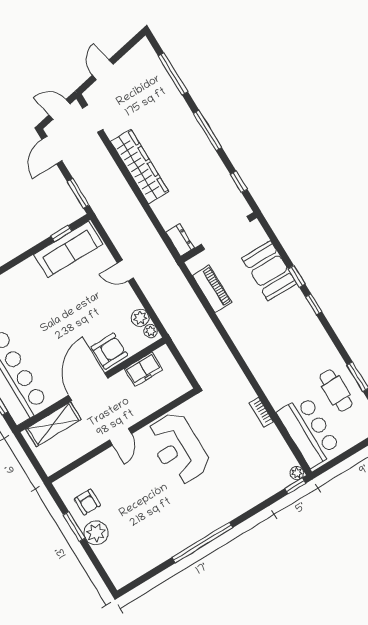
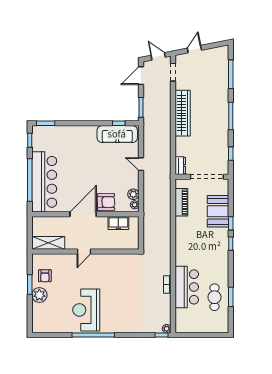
shelving: (53, 424) -> (48, 243), moved
bar counter: (309, 431) -> (187, 287), moved
reception desk: (178, 448) -> (86, 310), moved

